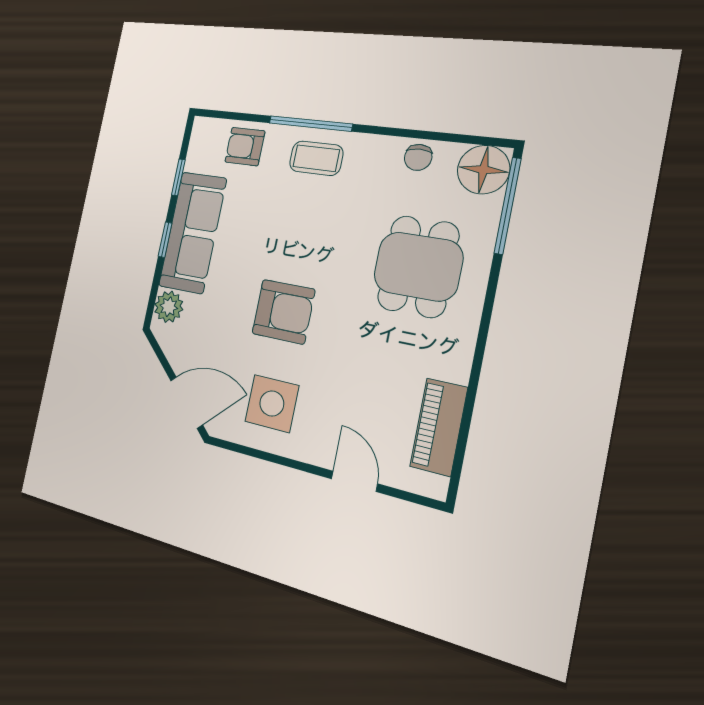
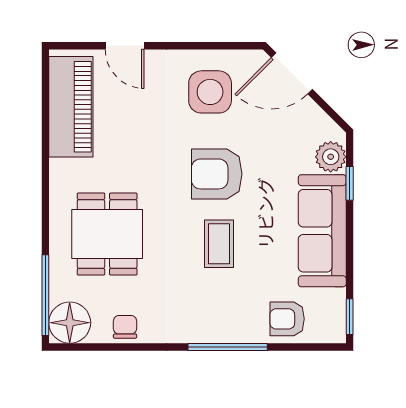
armchair: (245, 147) -> (287, 319), turned 180
coffee table: (316, 158) -> (219, 244), moved, turned 90
window: (178, 177) -> (350, 317), moved
window: (165, 240) -> (350, 183), moved
piano: (439, 427) -> (71, 107), width x1.37, depth x1.33

